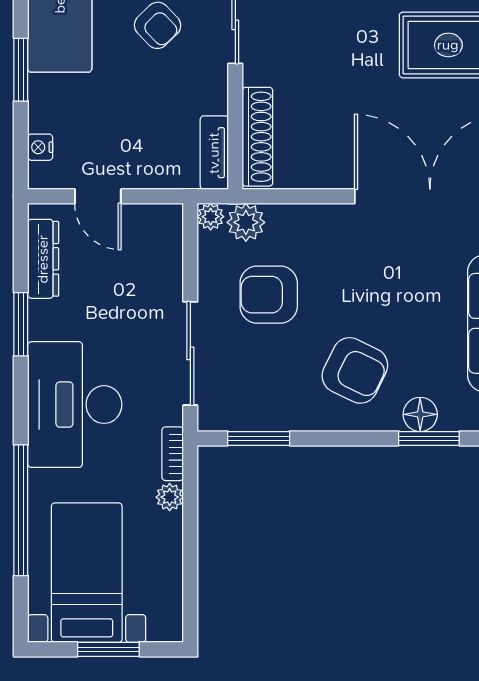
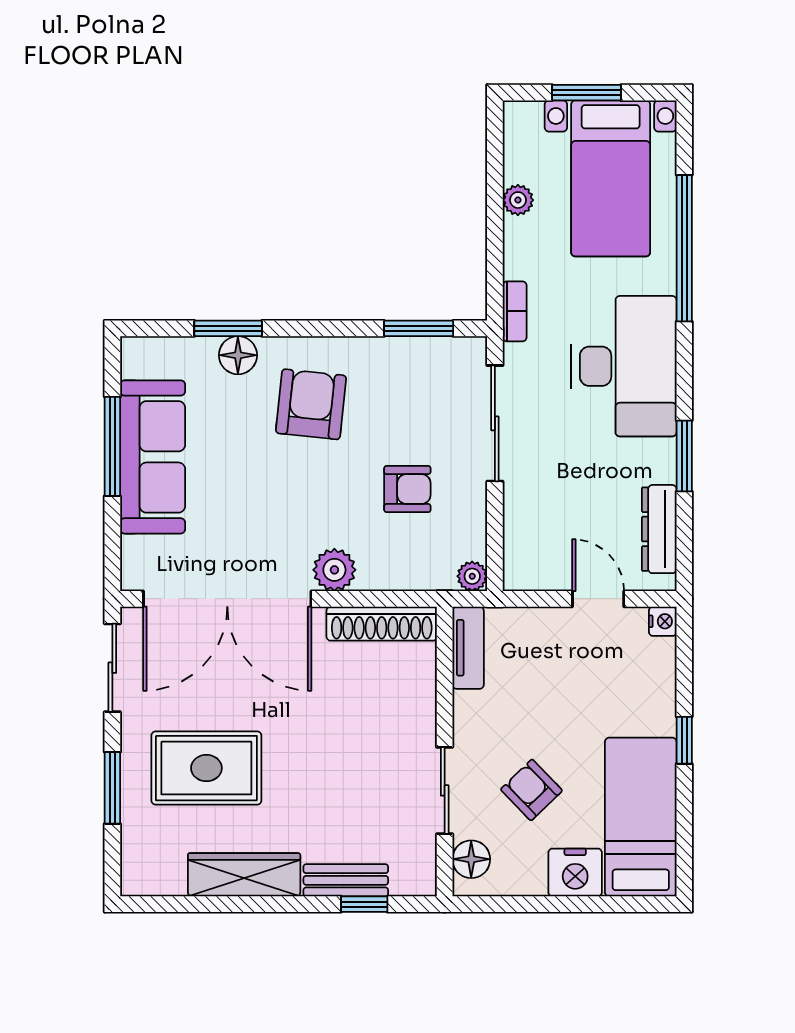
window: (21, 70) -> (684, 740), width x0.67
shoe rack: (257, 137) -> (382, 624), moved, turned -90
nightstand: (40, 147) -> (663, 621), moved
plant: (246, 222) -> (334, 570), moved
armchair: (269, 295) -> (407, 489), width x0.72, depth x0.72
armchair: (355, 370) -> (311, 404), turned 70
plant: (170, 497) -> (518, 200), moved

